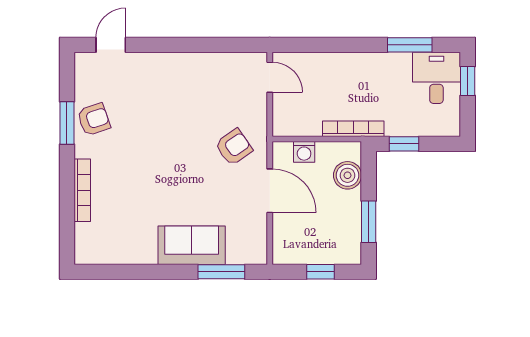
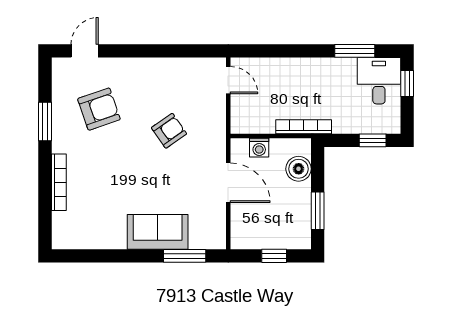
armchair: (94, 119) -> (99, 109), moved, width x1.38, depth x1.38
window: (404, 144) -> (373, 140), moved
armchair: (234, 147) -> (169, 131), moved

